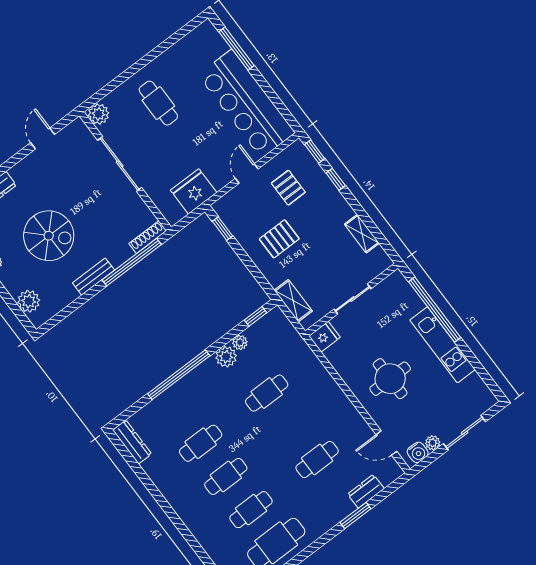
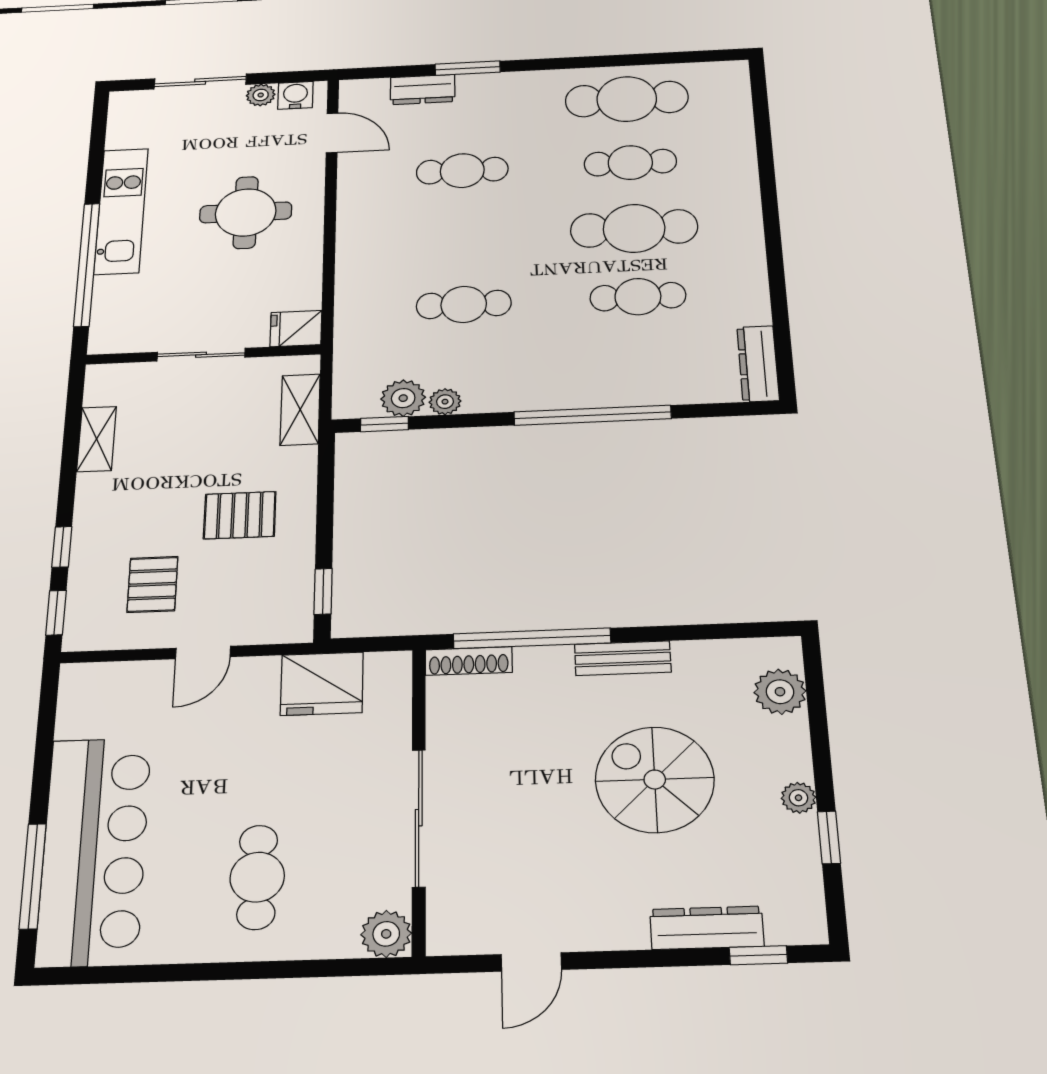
bar counter: (247, 104) -> (94, 850), moved
plant: (226, 357) -> (403, 398), moved
cafe table: (226, 476) -> (634, 228), width x1.37, depth x1.35

